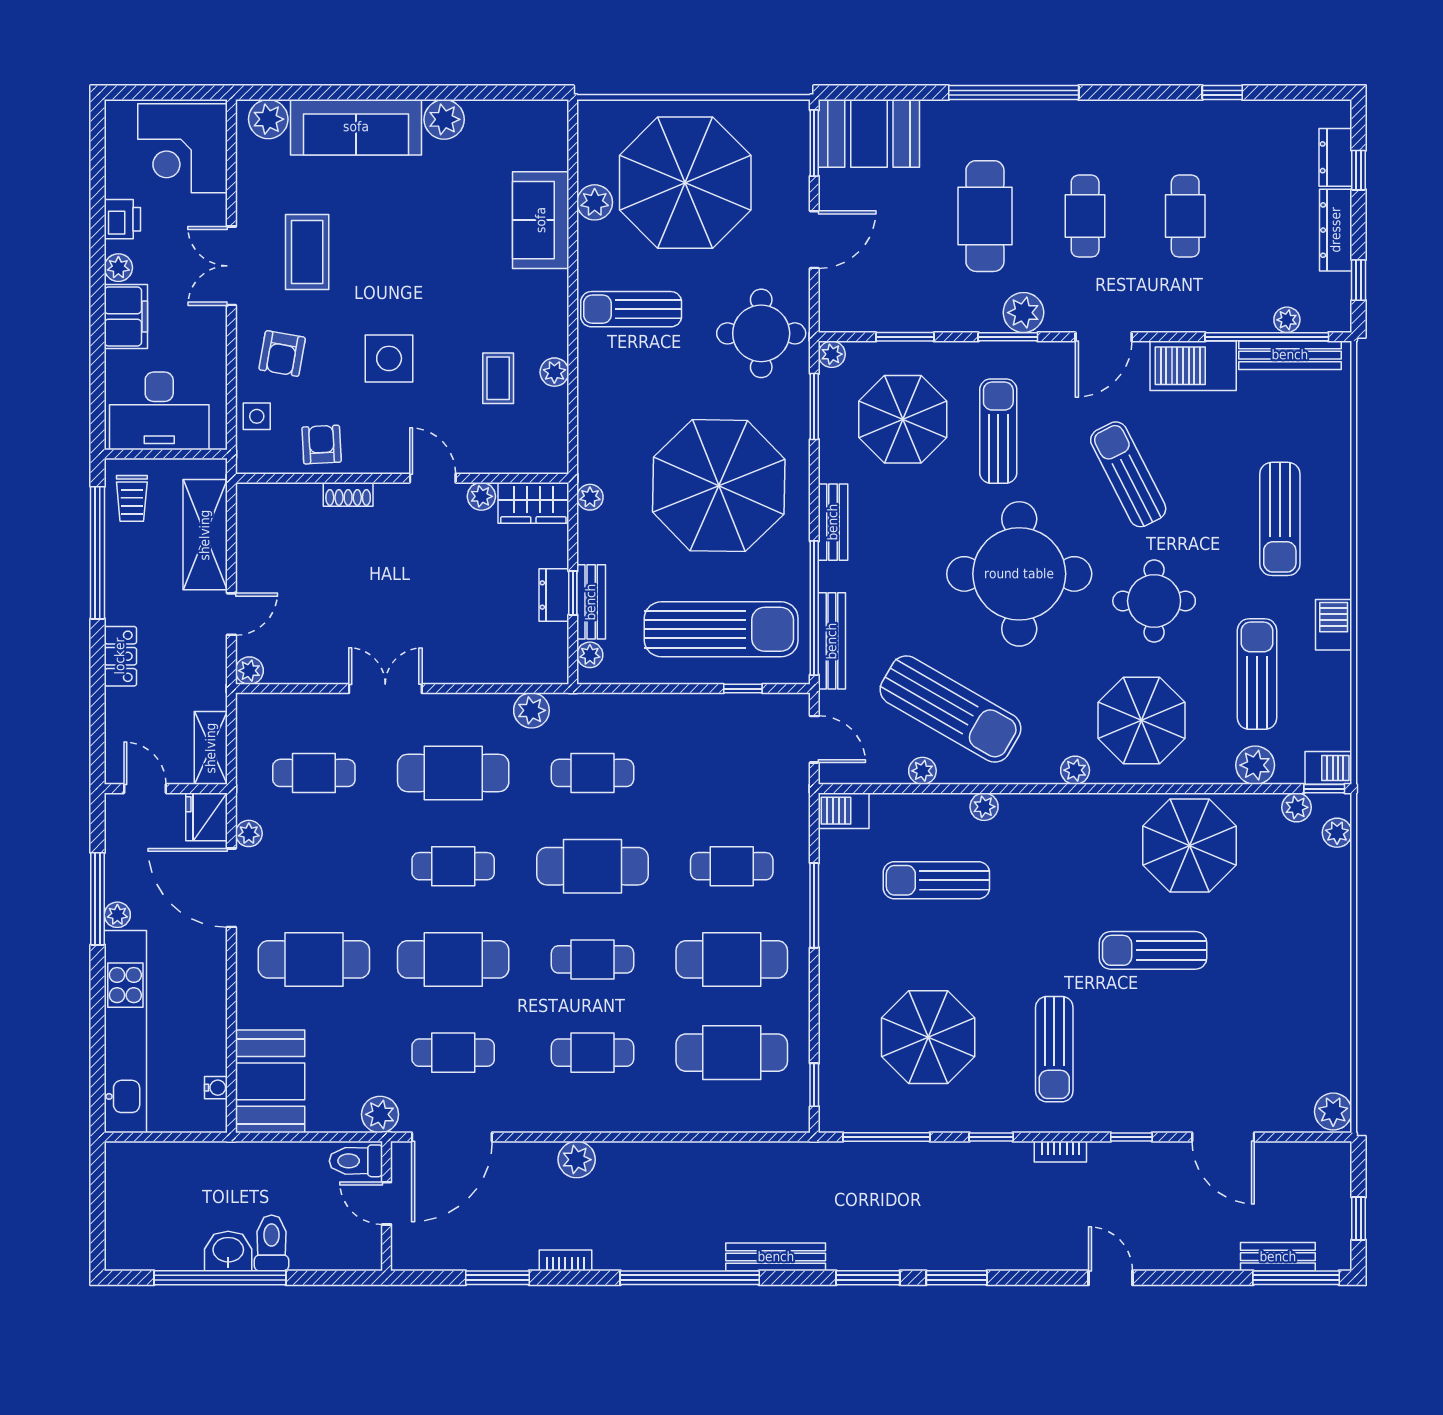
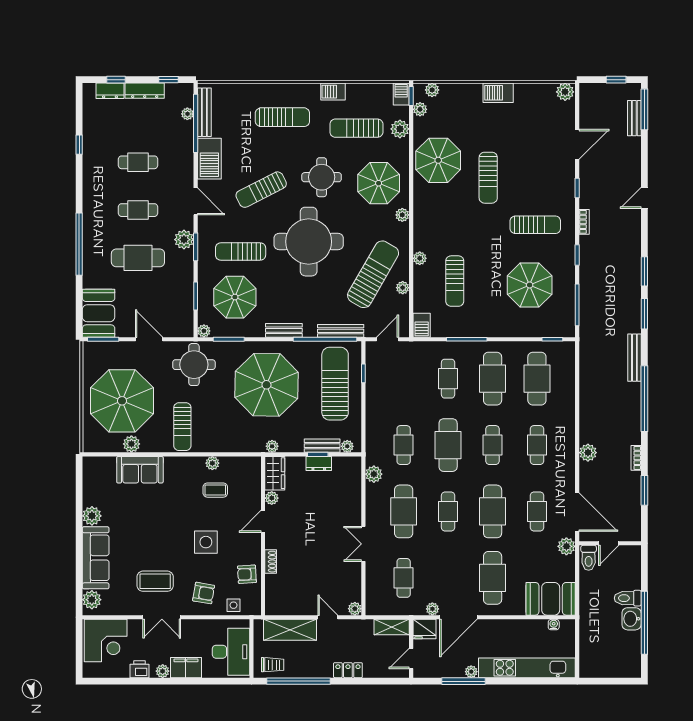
barbecue: (1331, 971) -> (498, 93), added

